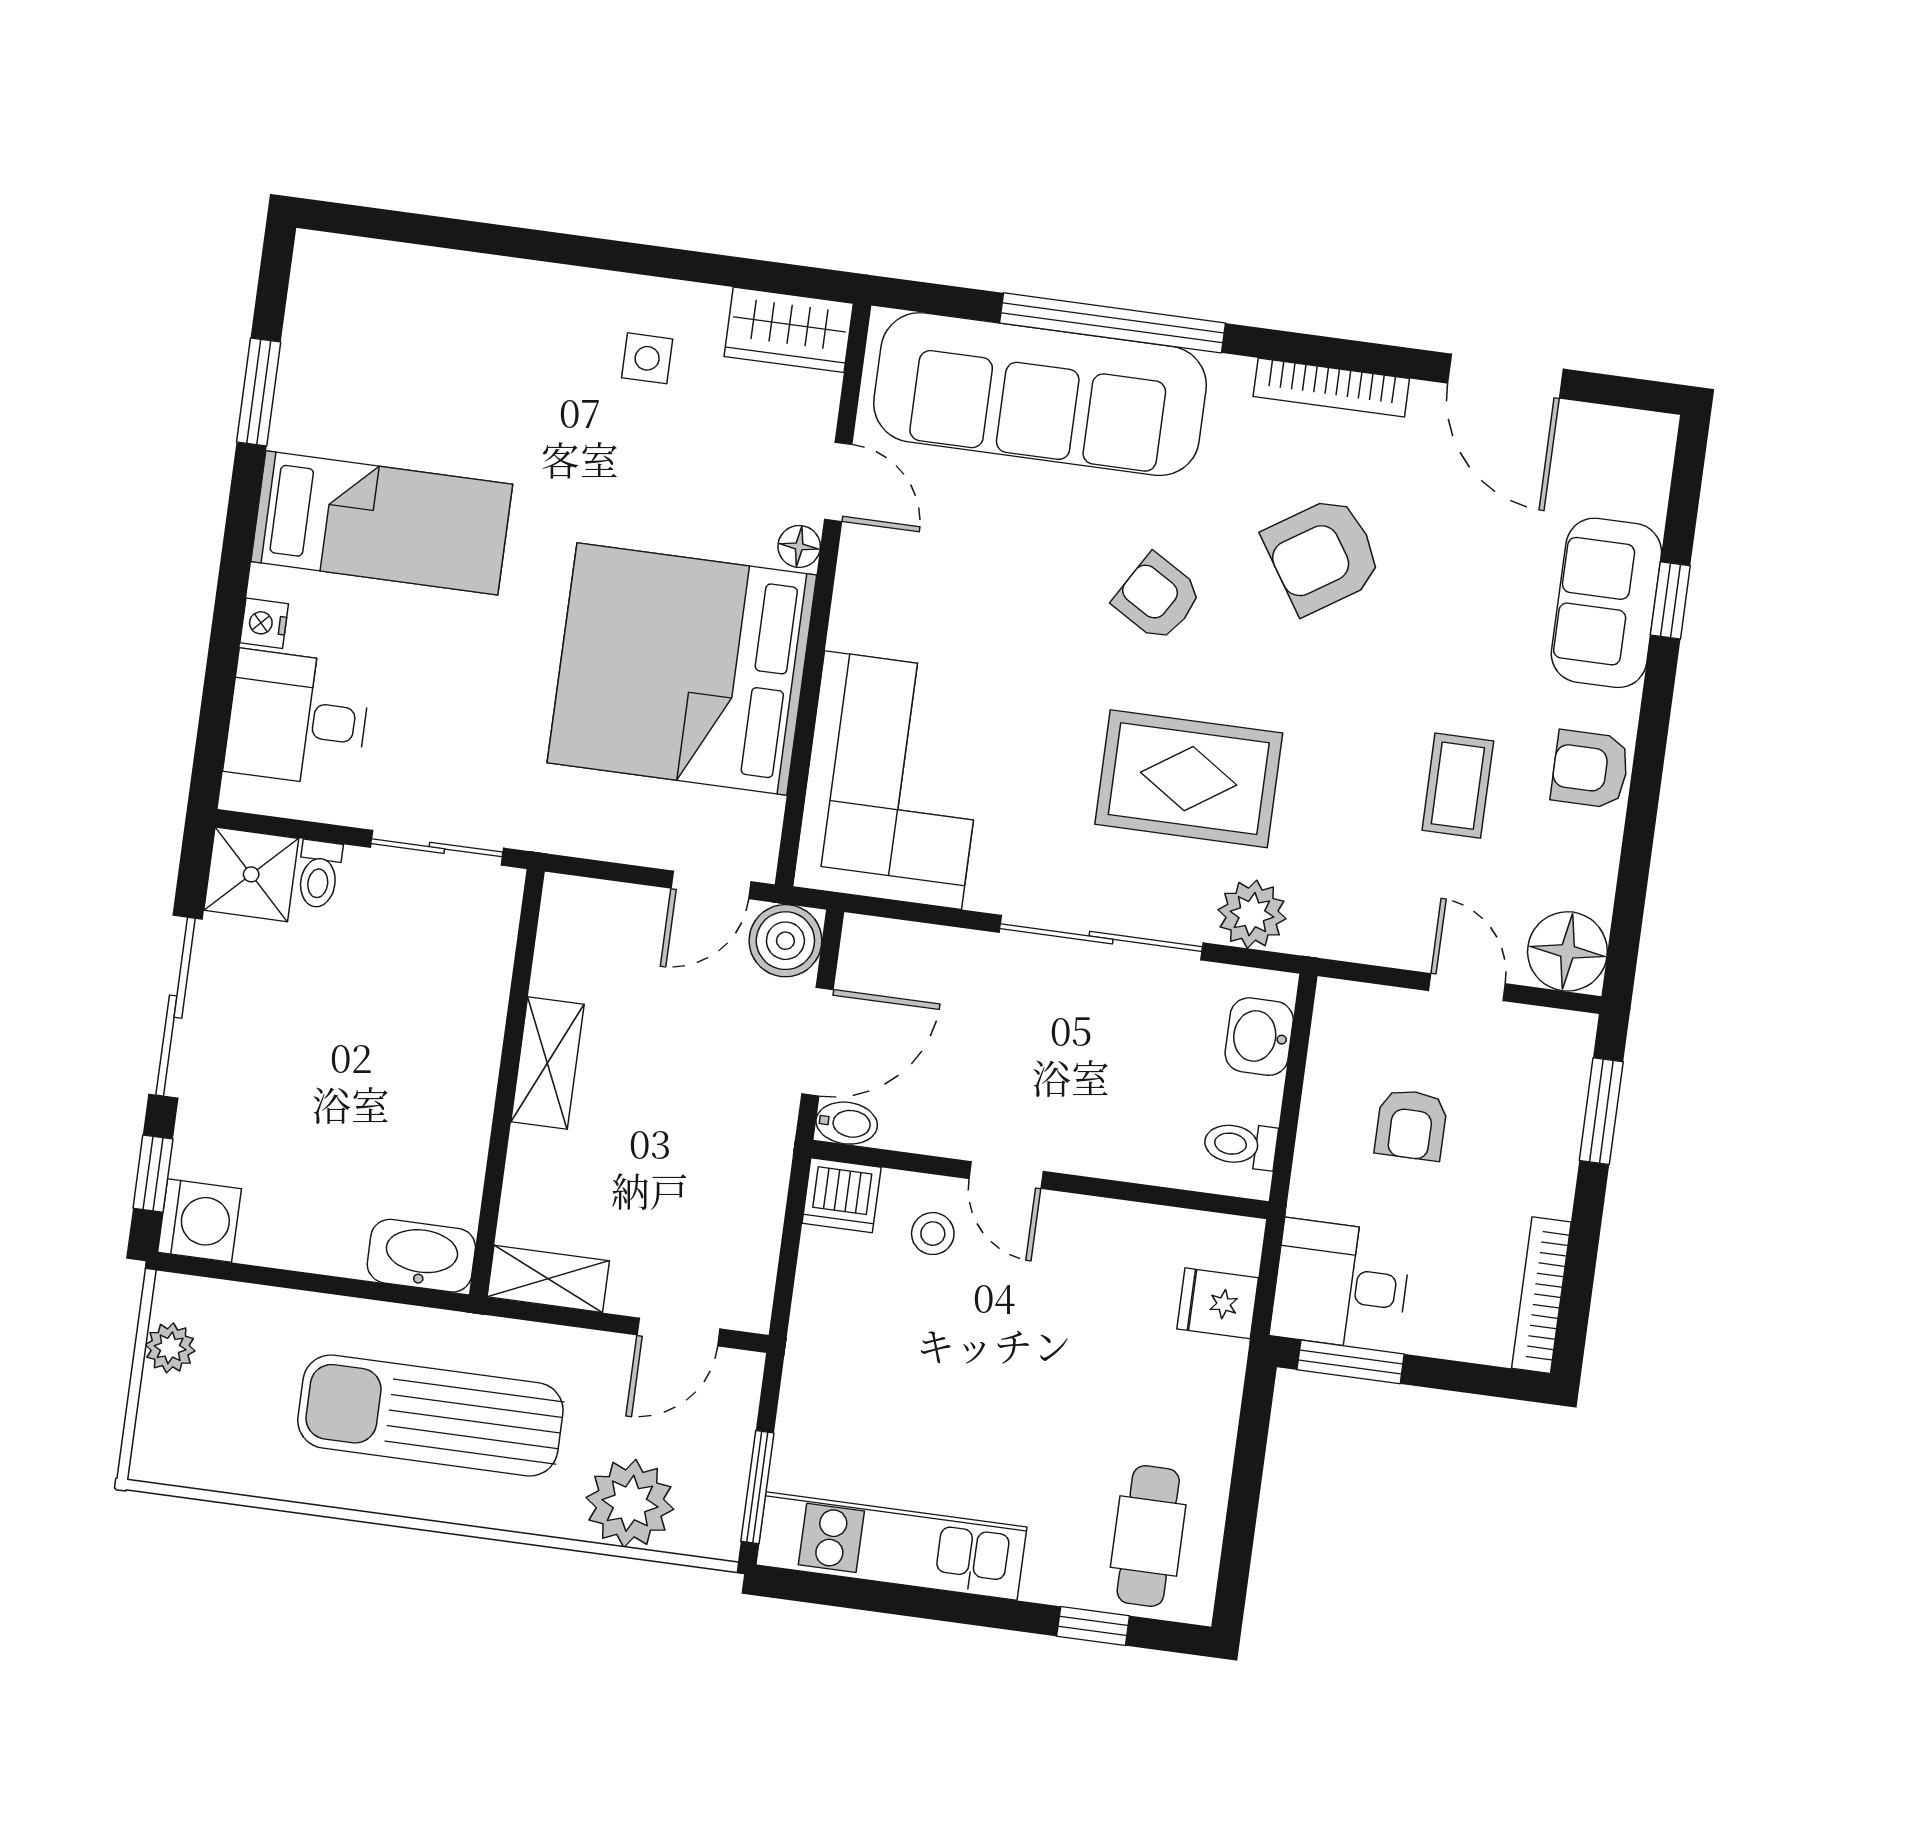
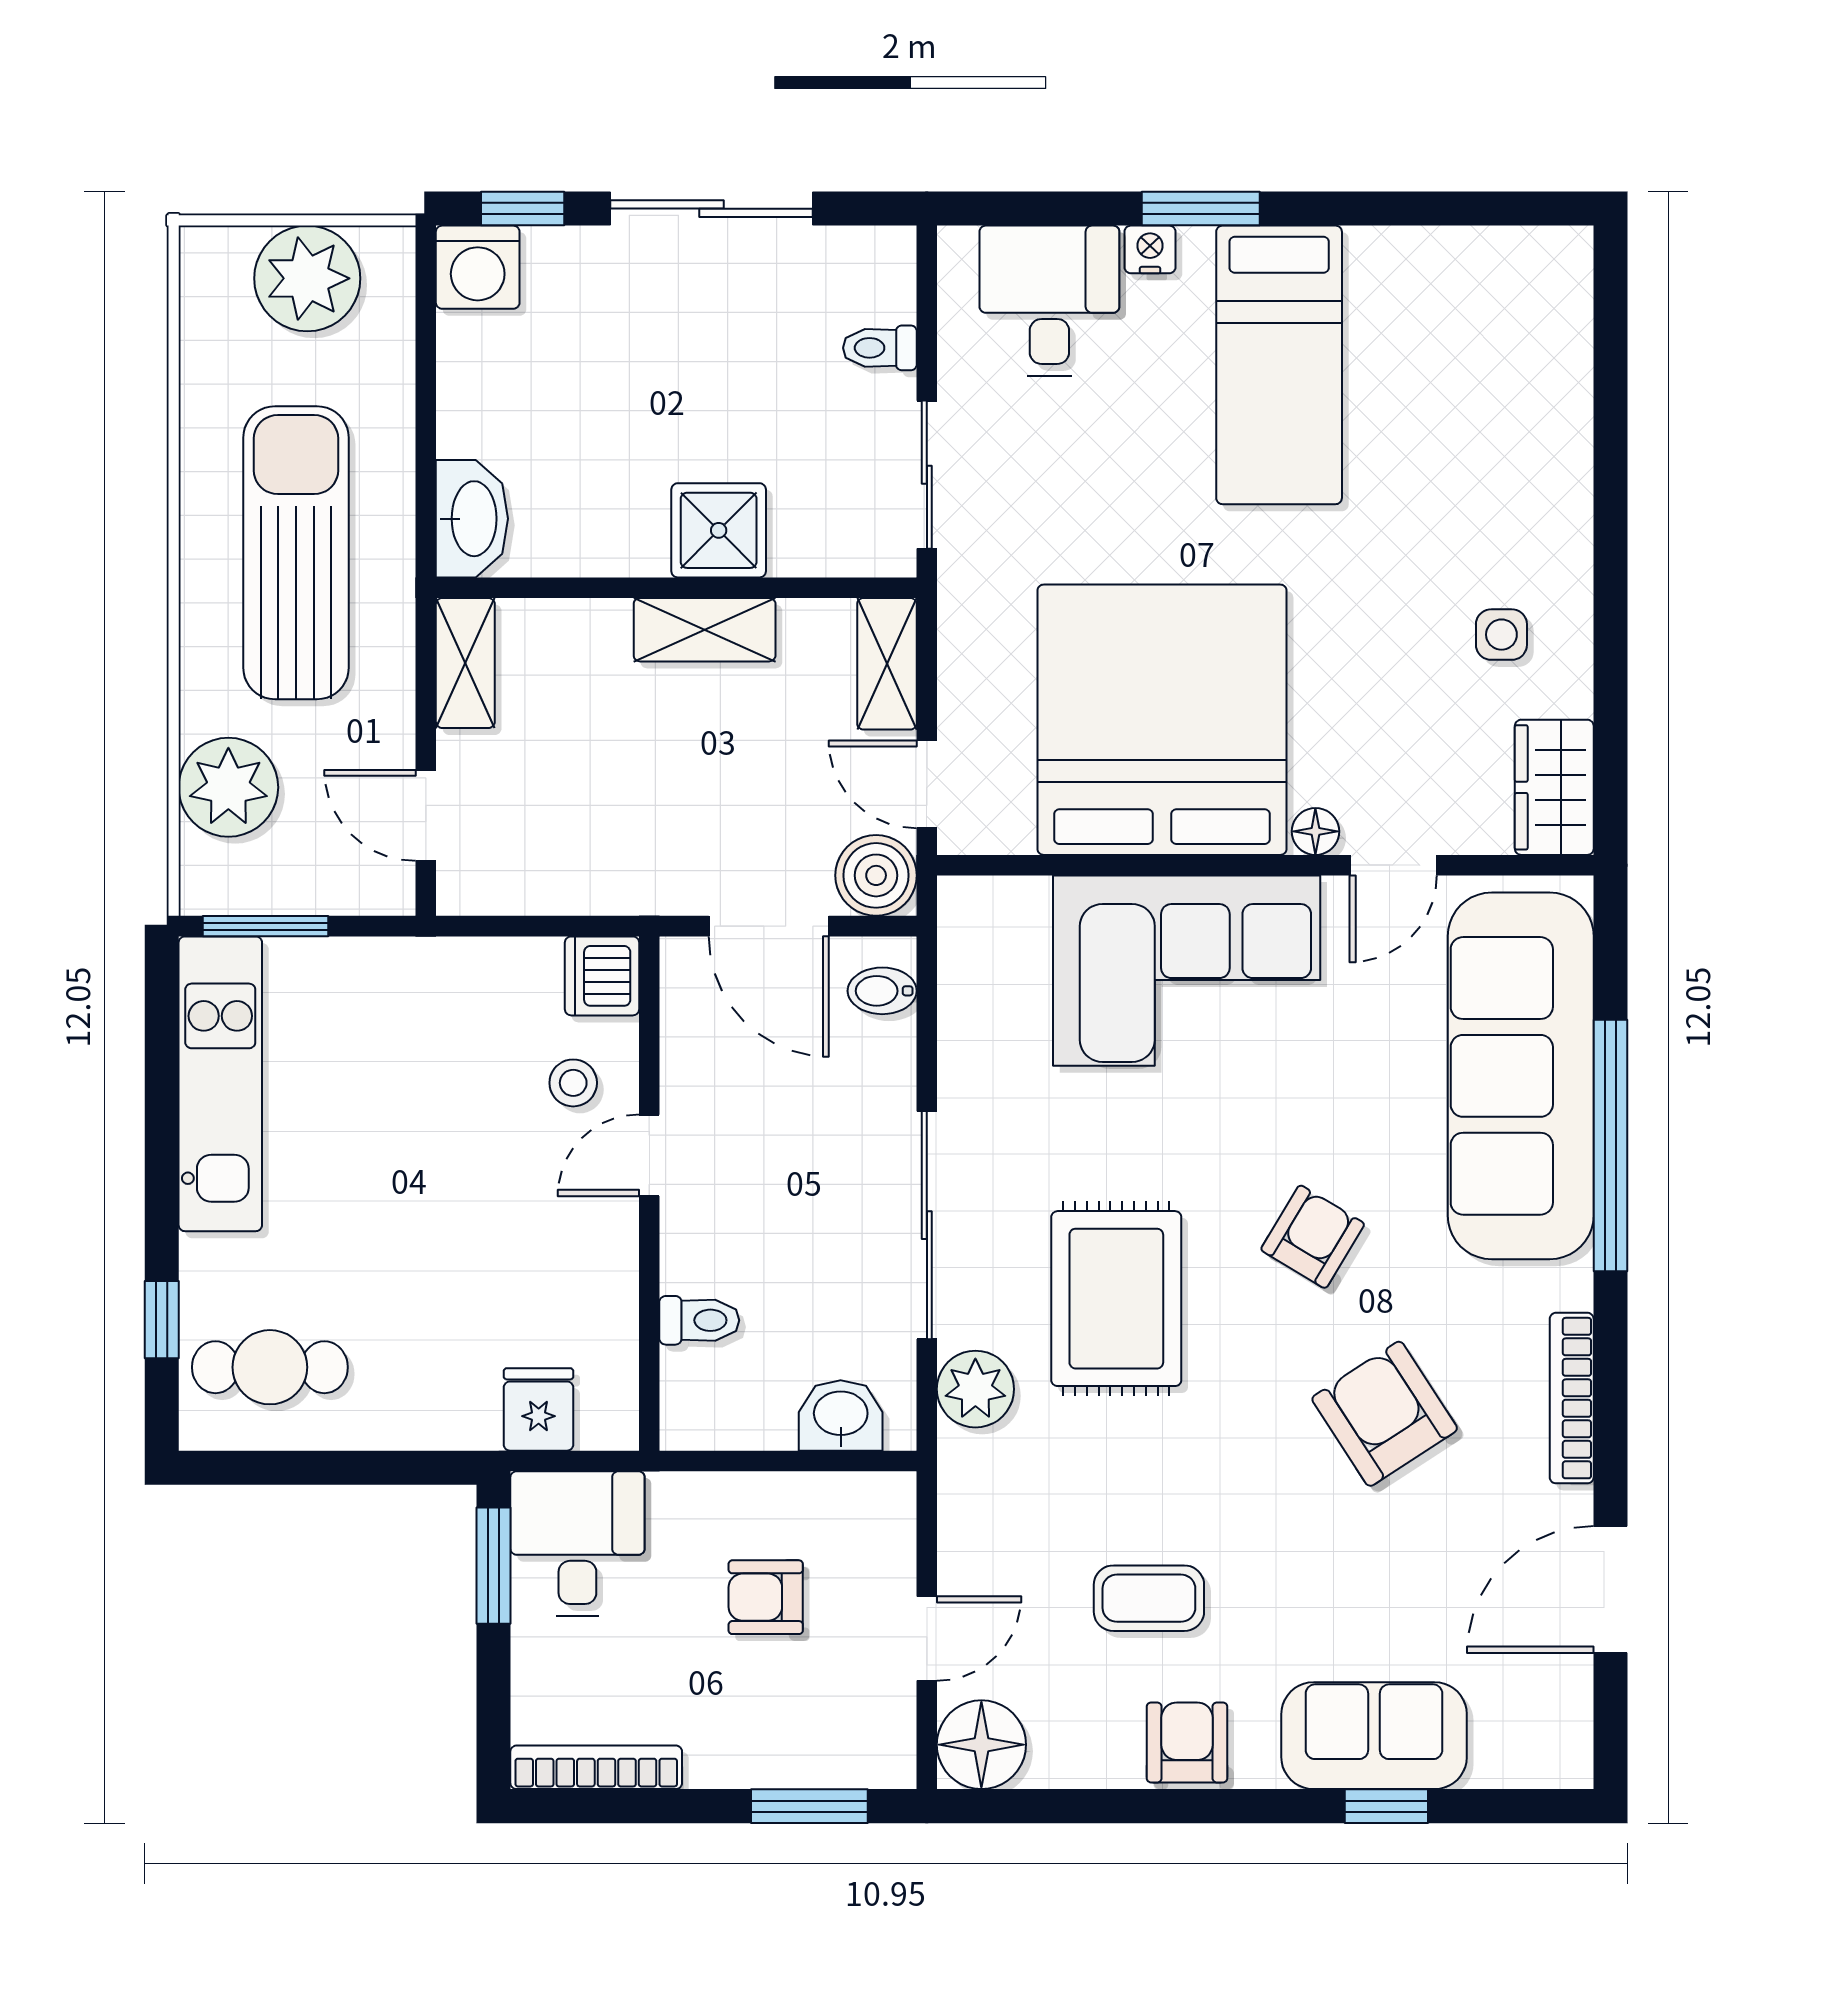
window: (259, 392) -> (1201, 209), moved
corner sofa: (893, 780) -> (1187, 971), moved
shower: (251, 874) -> (719, 530), moved
shelving: (599, 906) -> (887, 664), added
bidet: (847, 1123) -> (882, 991), moved, turned 90
toilet: (1240, 1145) -> (699, 1320), moved, turned 90
plant: (170, 1348) -> (307, 278), width x1.87, depth x1.87

